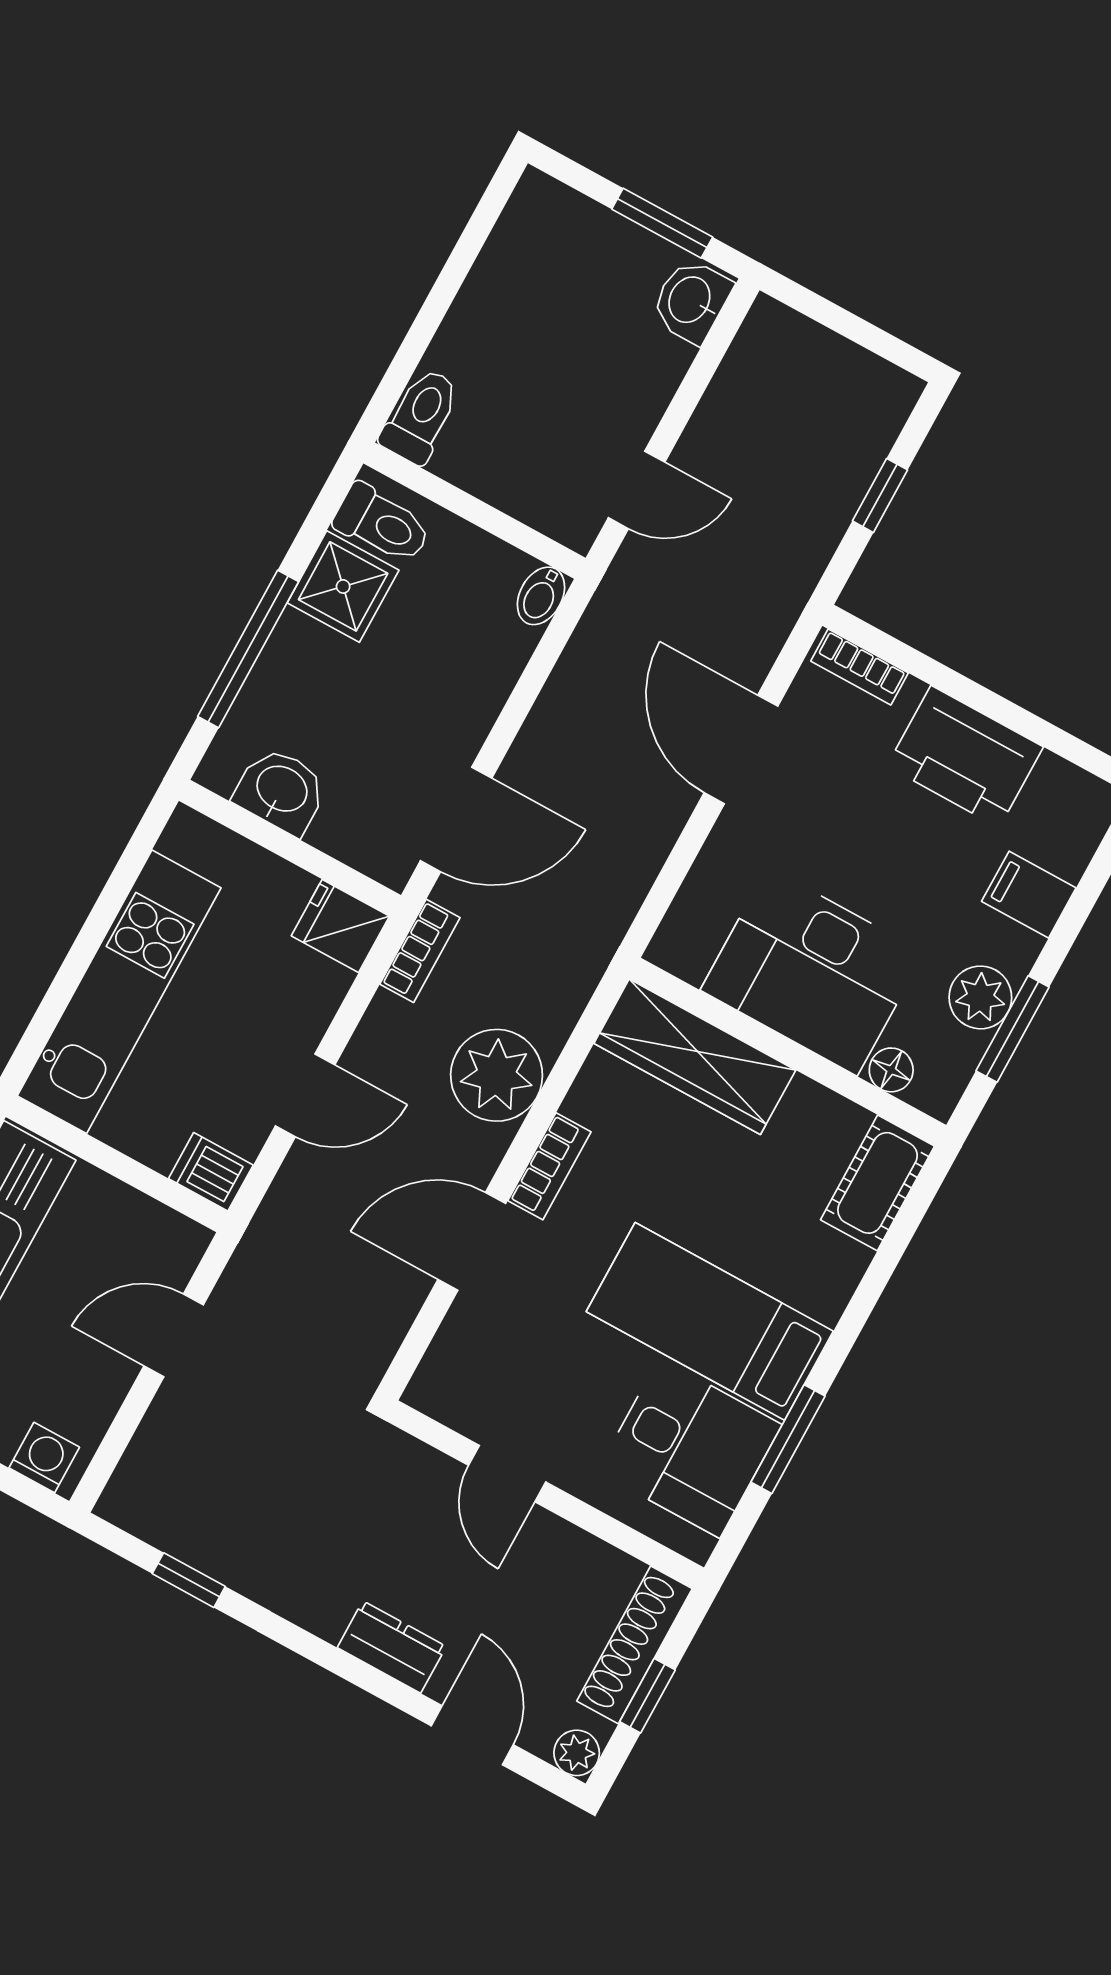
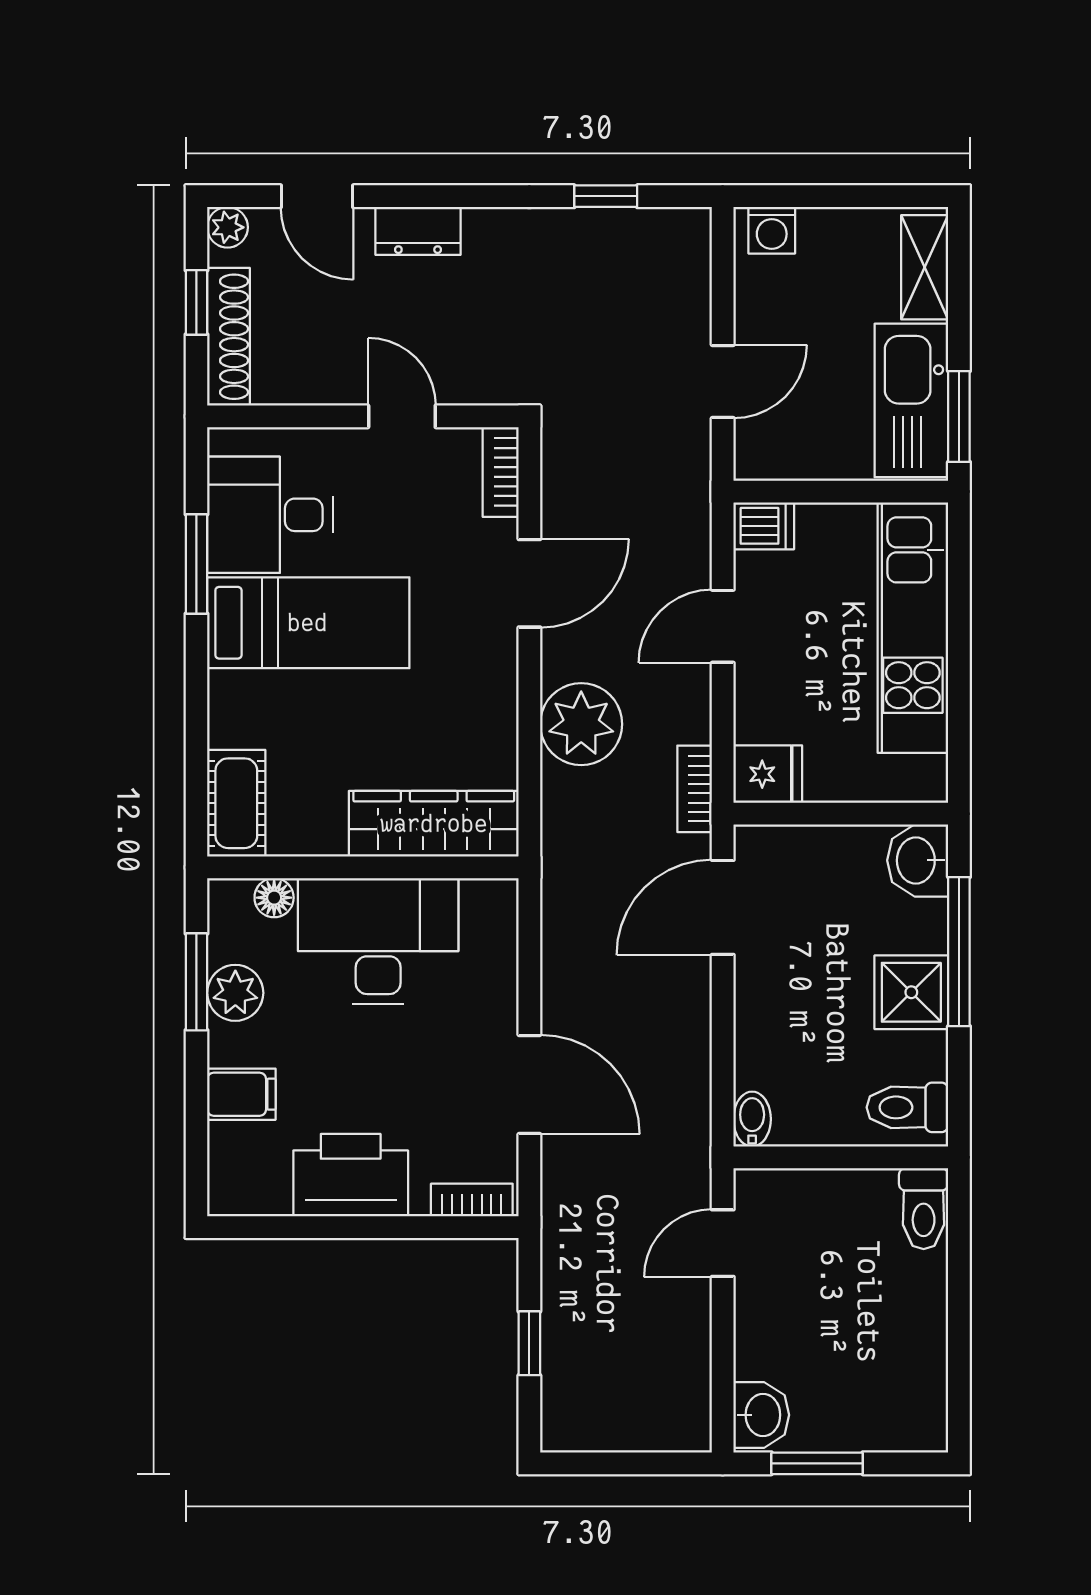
shower: (343, 586) -> (911, 992), moved
washbasin: (281, 790) -> (918, 860), moved, turned 90
bookcase: (549, 1166) -> (501, 472), moved

